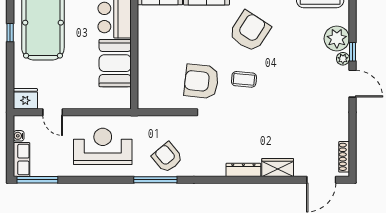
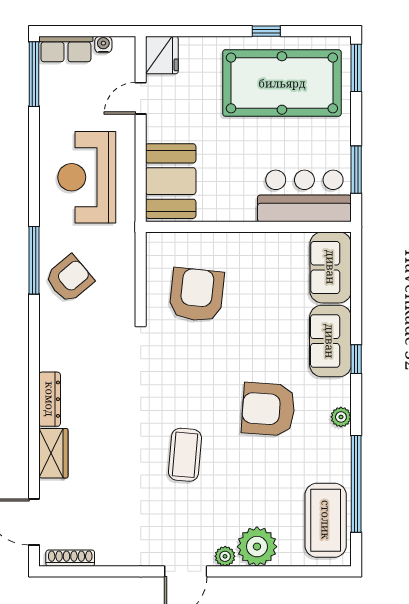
armchair: (250, 31) -> (268, 409), turned 151
window: (352, 52) -> (236, 571), removed
booth: (115, 63) -> (171, 181), moved, turned 90
coffee table: (244, 79) -> (185, 455), moved, width x1.36, depth x1.30
armchair: (201, 81) -> (197, 295), moved
reception desk: (103, 146) -> (87, 177), turned 180

